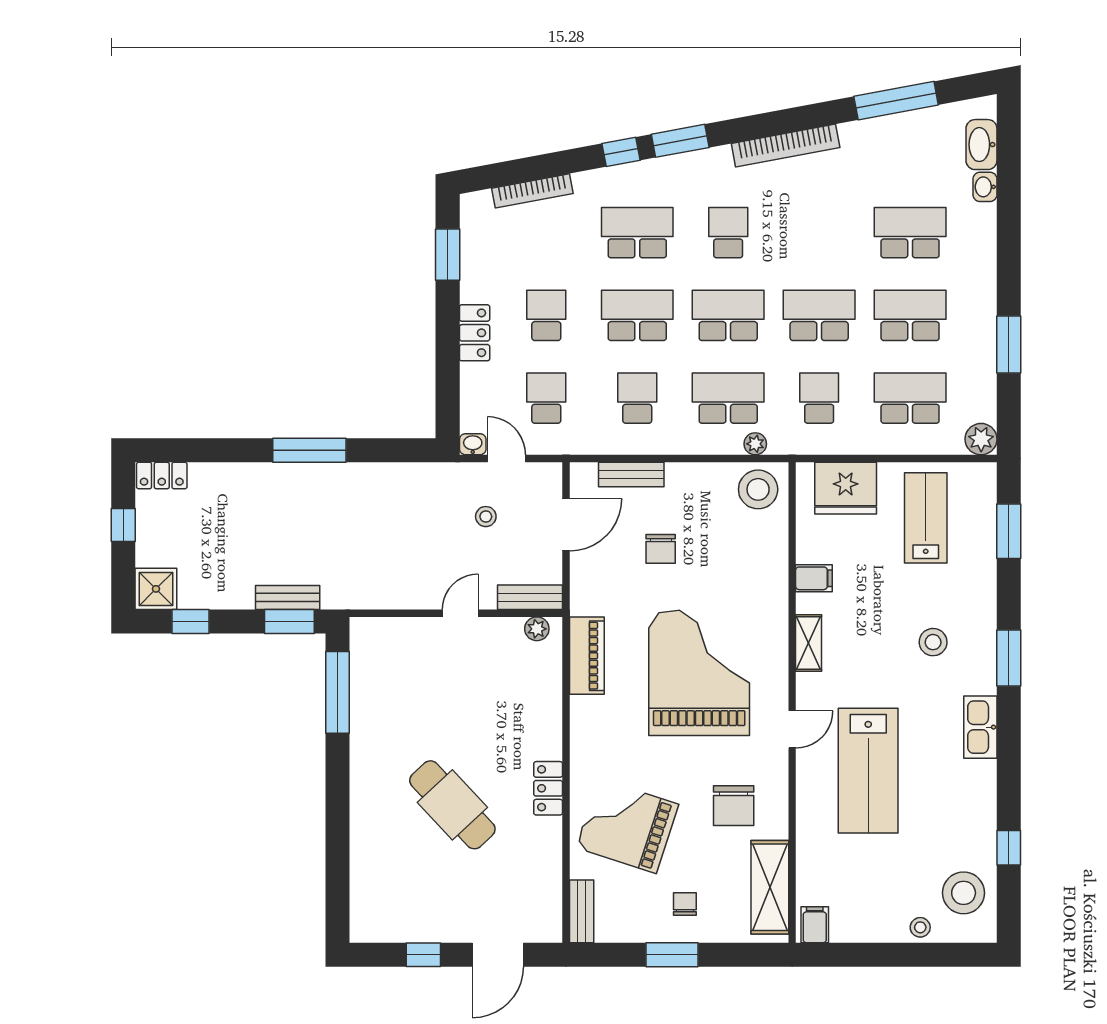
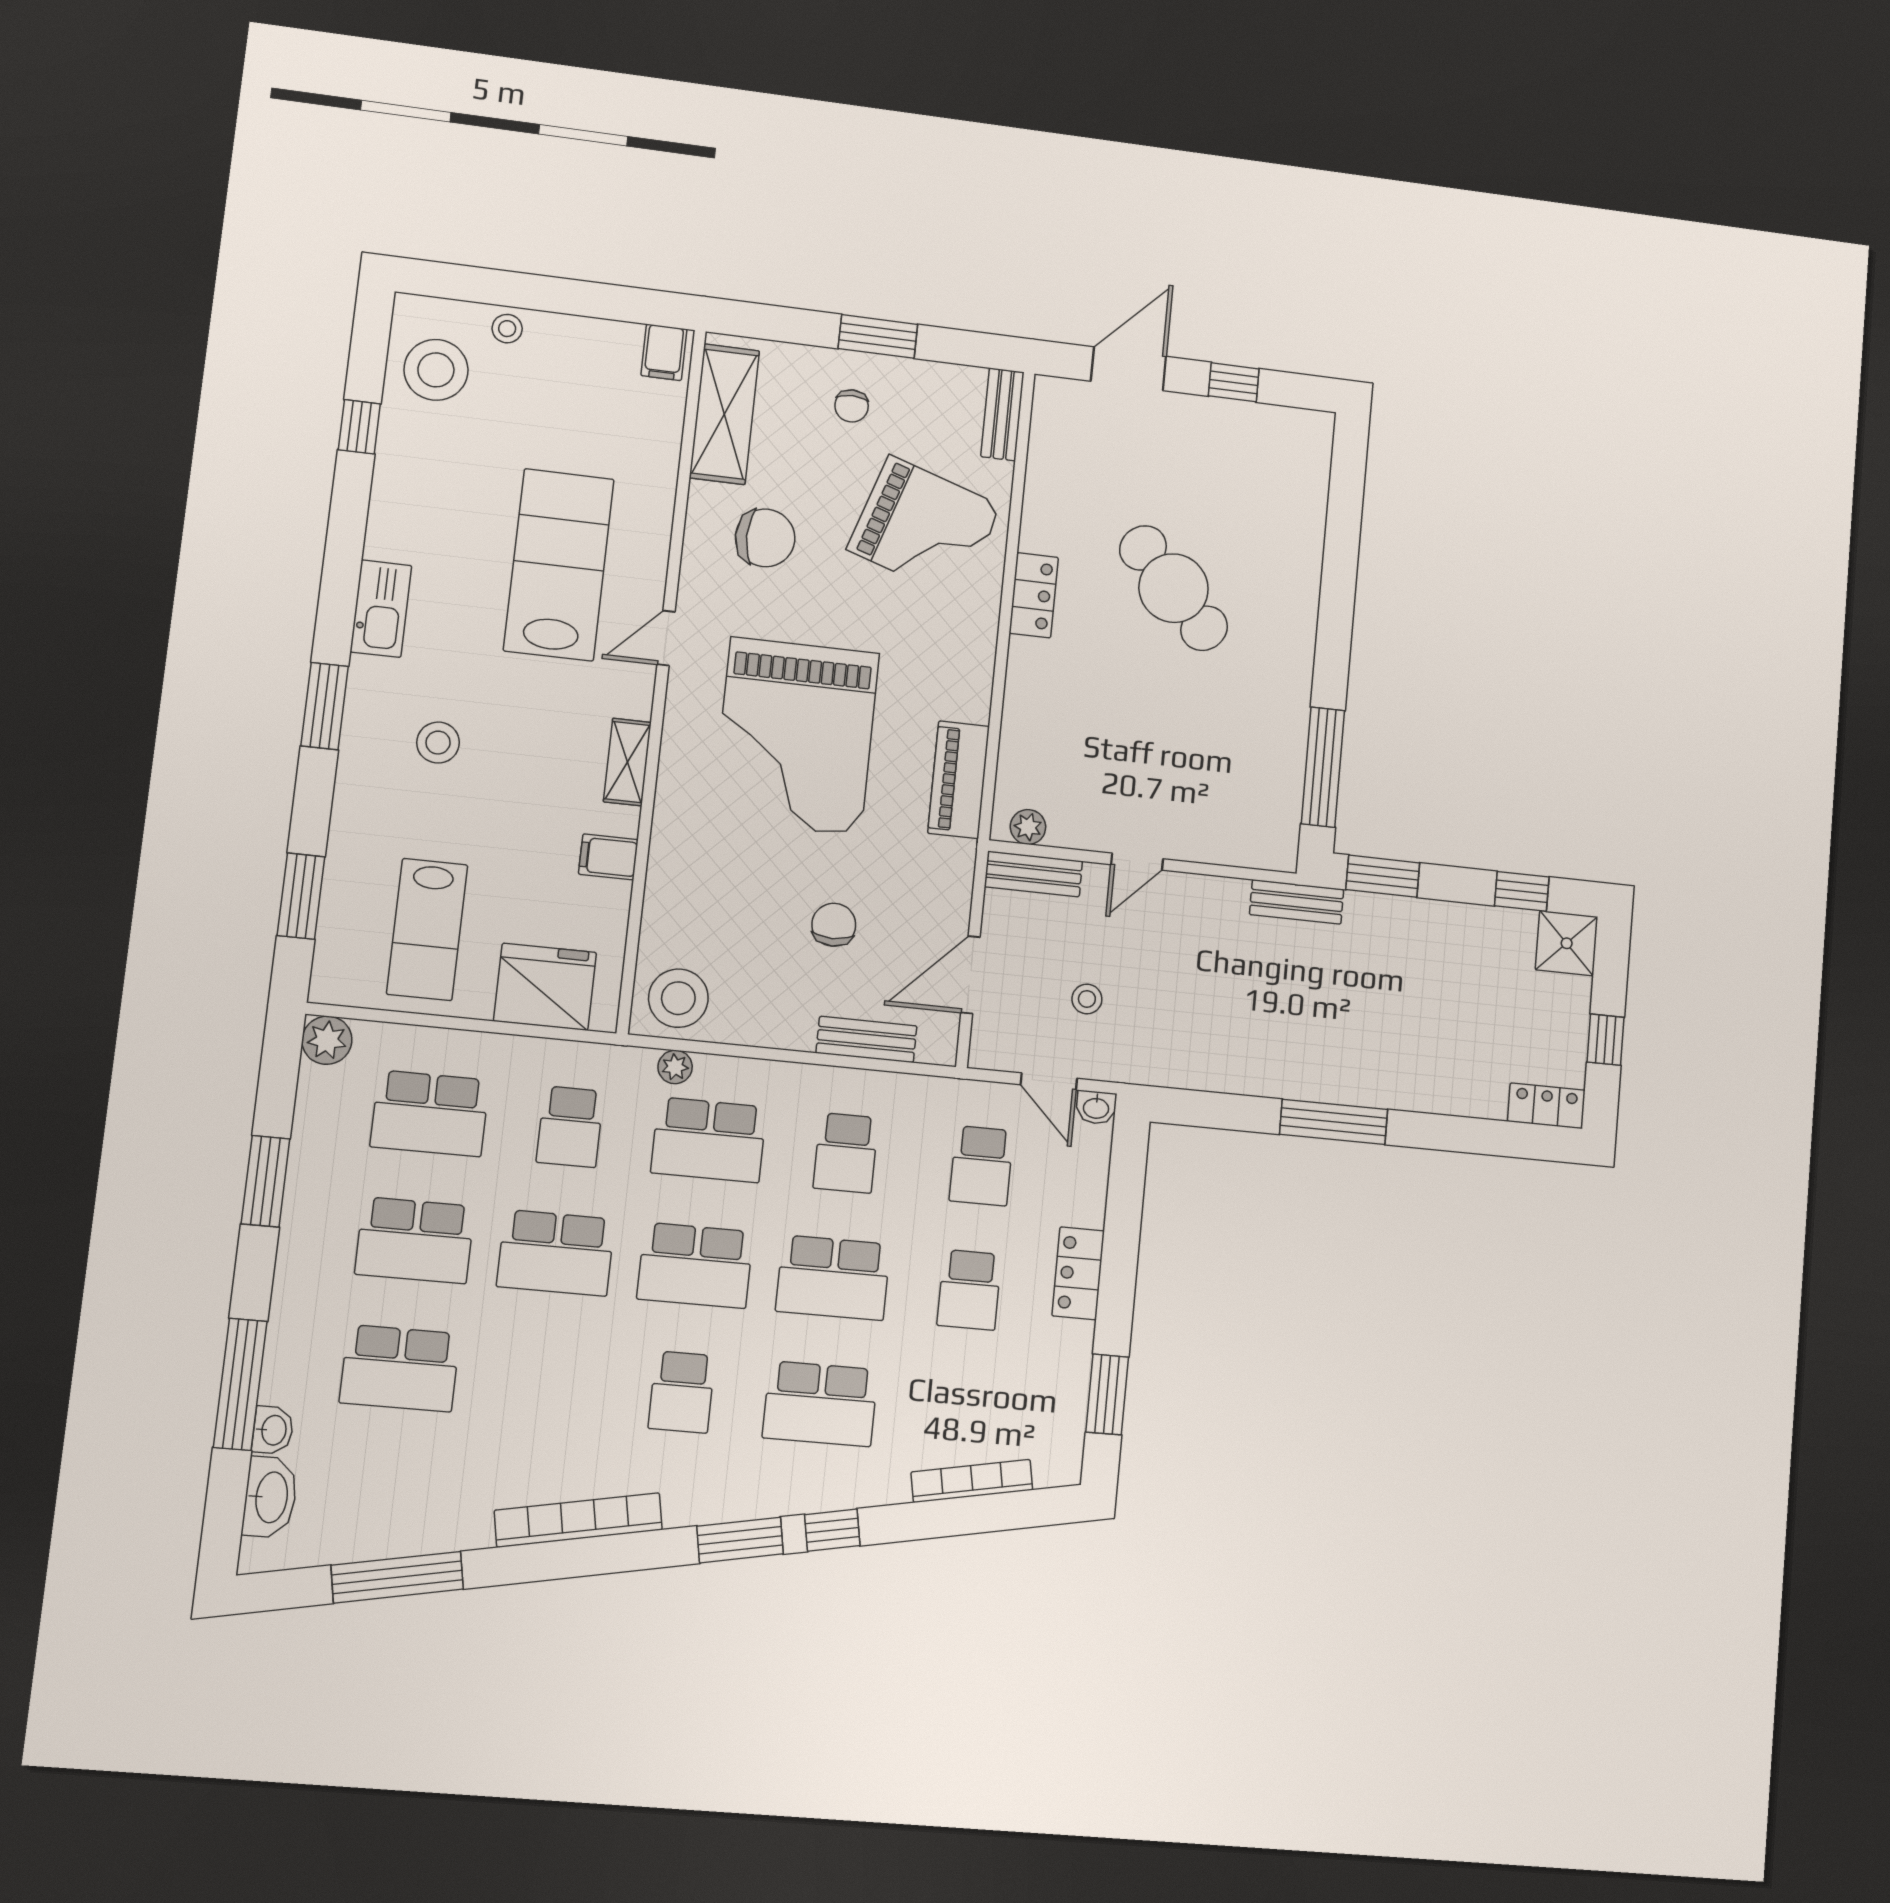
window: (1009, 214) -> (240, 1384), added
bench: (288, 597) -> (1297, 902), moved
chair: (734, 806) -> (765, 538), turned 90

